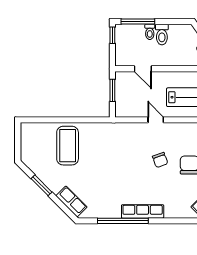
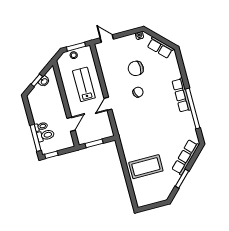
toilet: (162, 34) -> (46, 135), moved
row of seats: (71, 201) -> (185, 157), width x1.48

